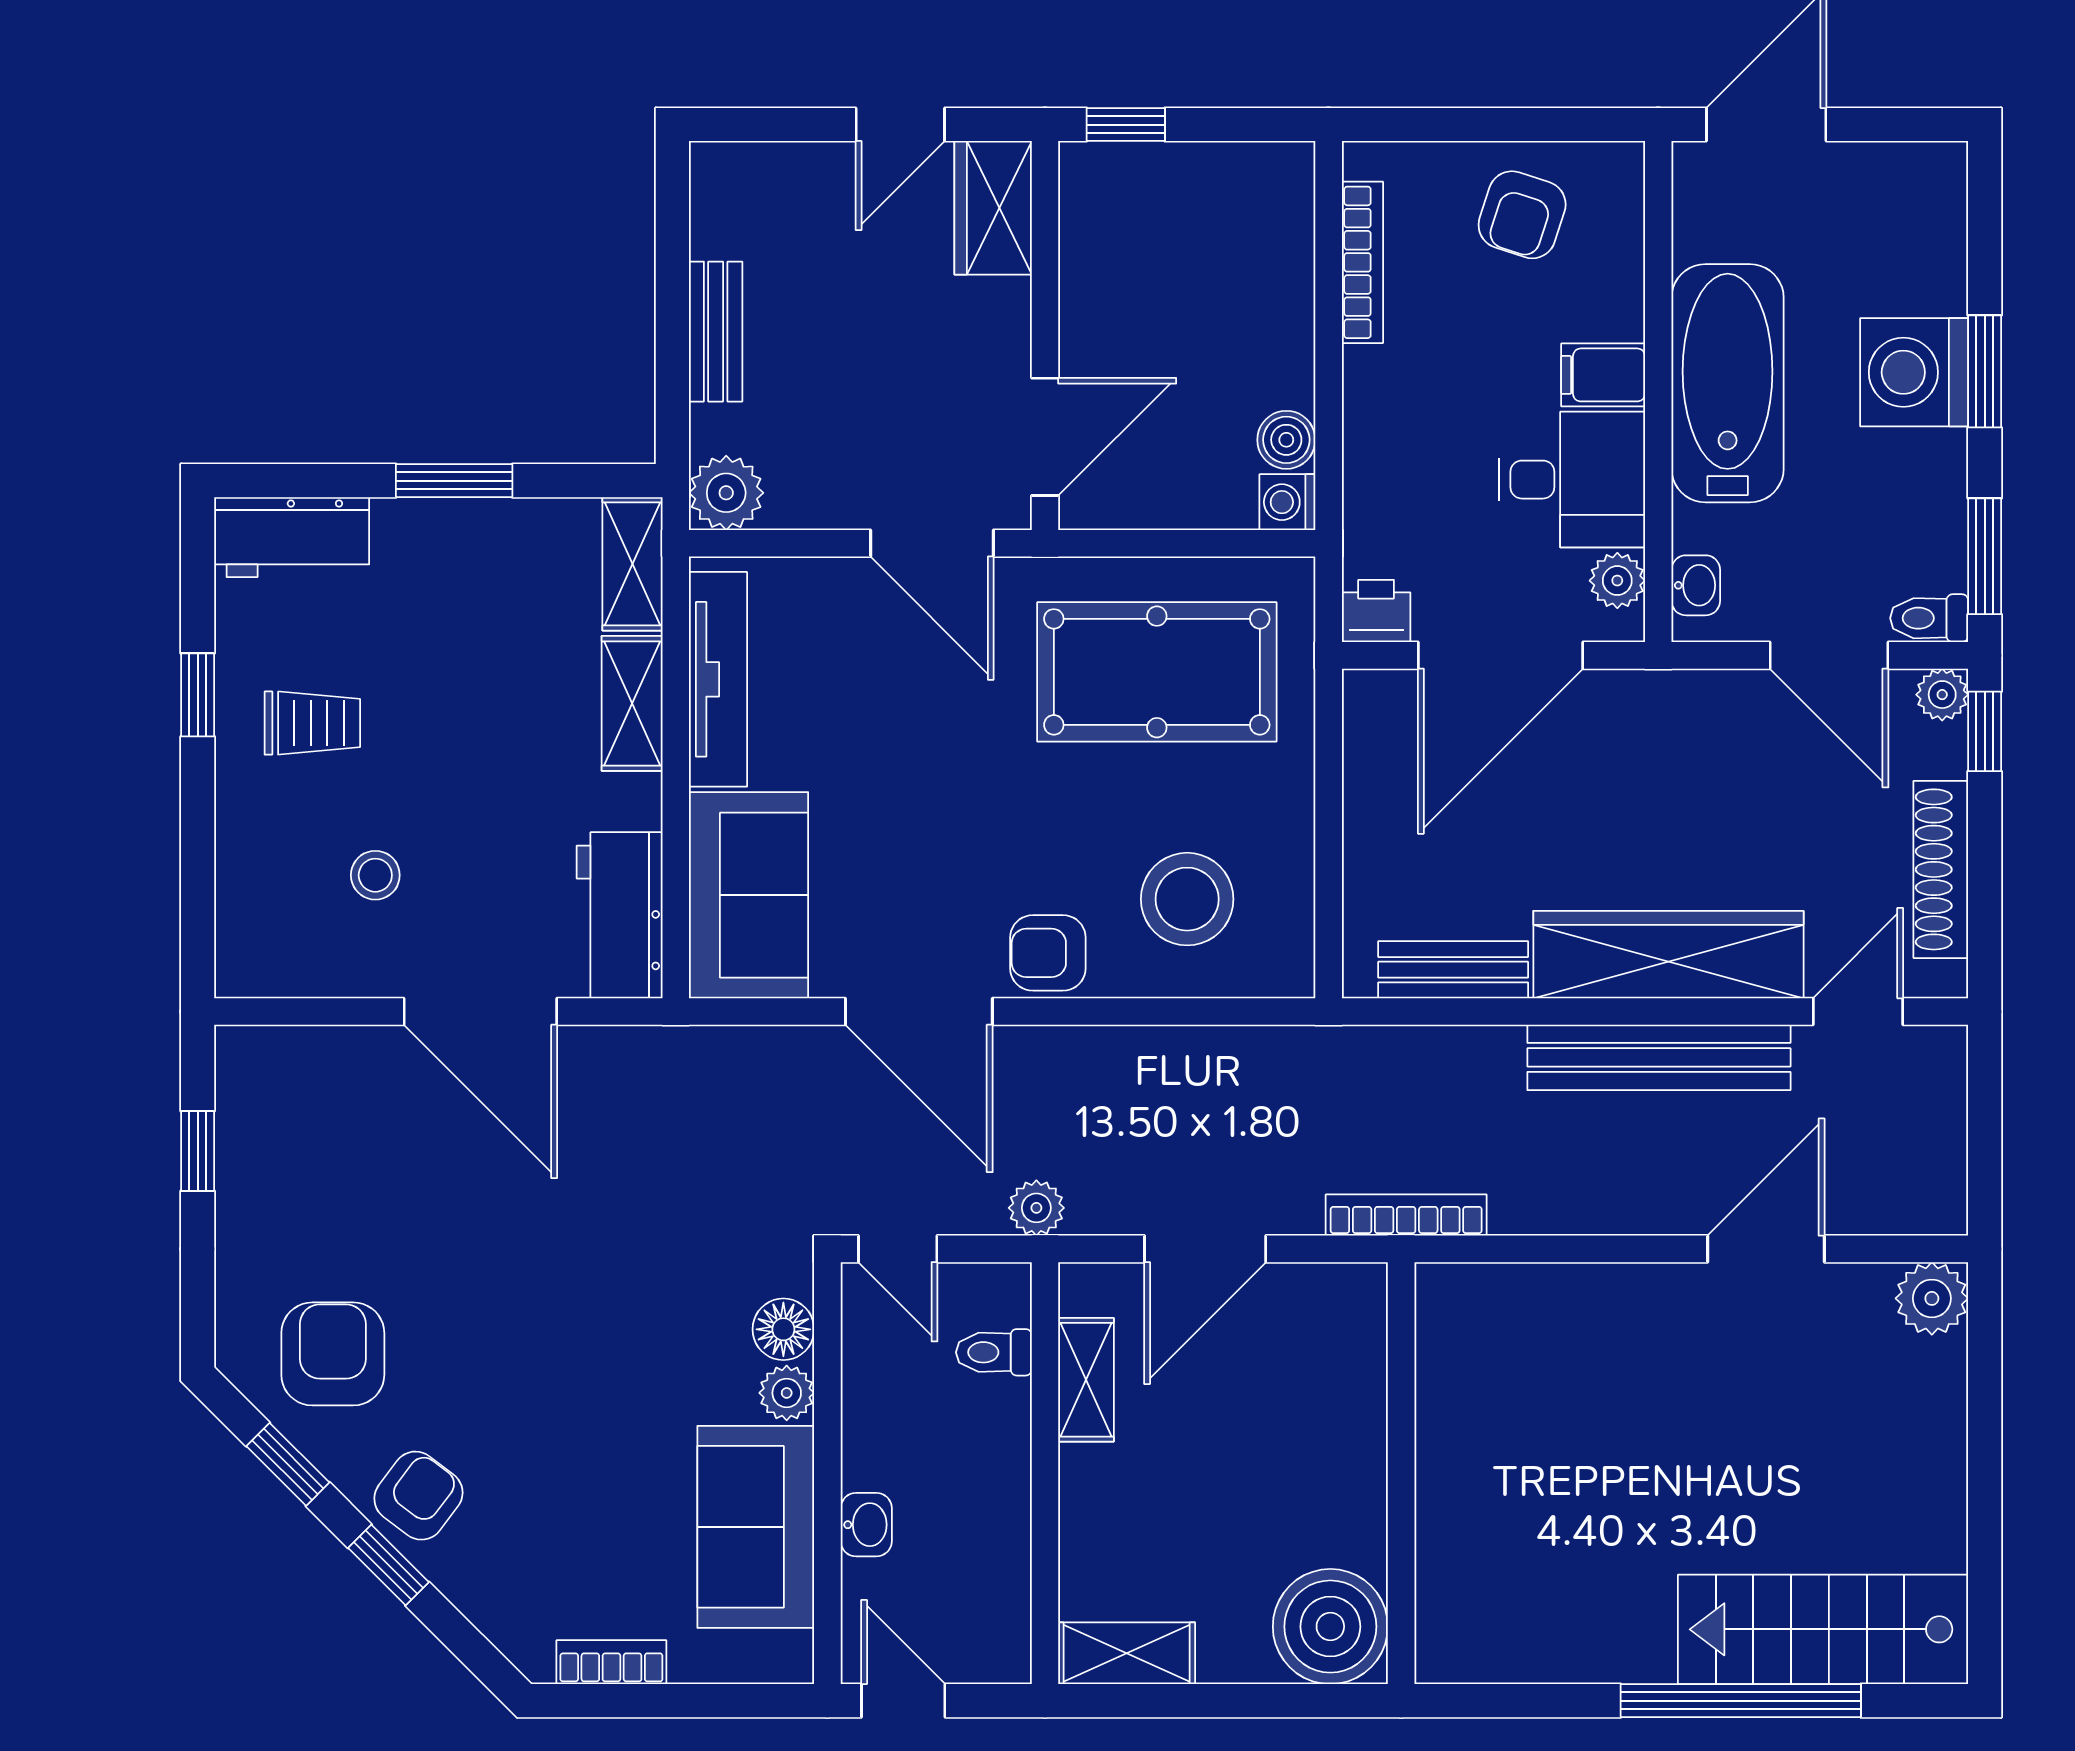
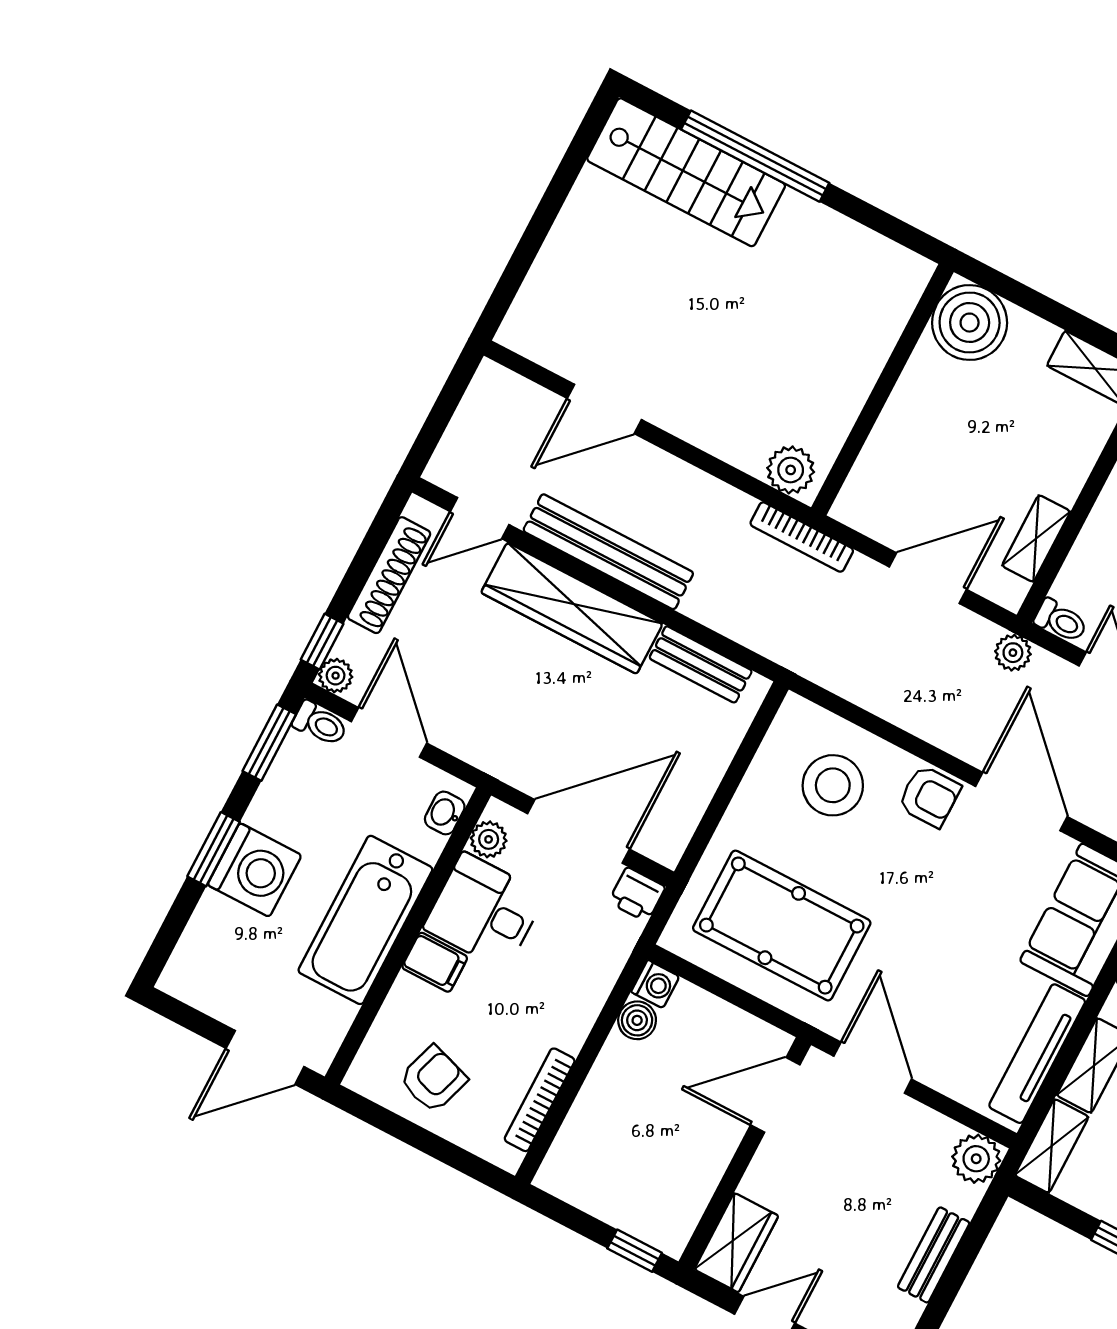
plant: (1932, 1298) -> (791, 470), moved
toilet: (994, 1352) -> (1061, 621), moved

